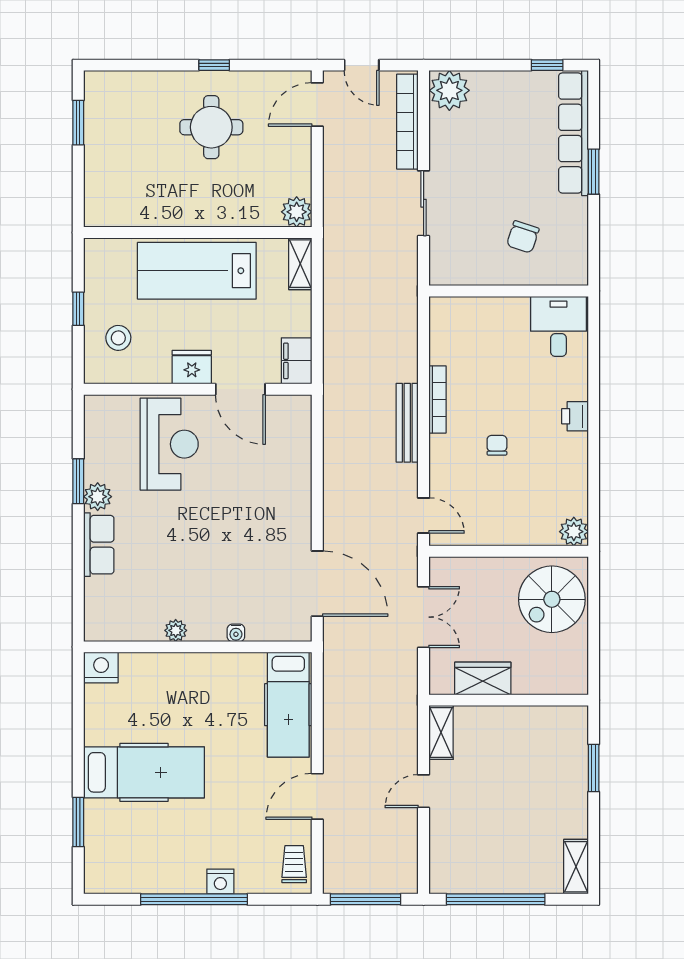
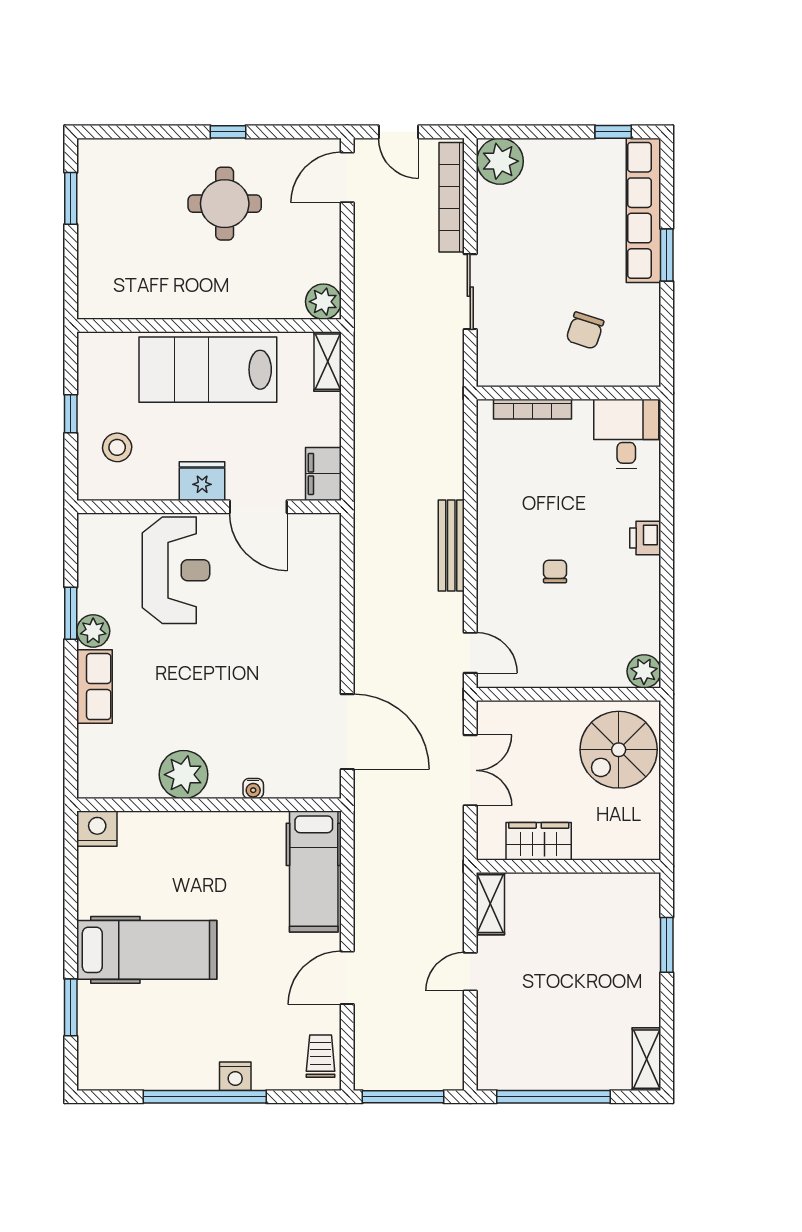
bookcase: (437, 399) -> (533, 409), moved, turned 90
plant: (176, 630) -> (184, 775), width x1.88, depth x1.88

